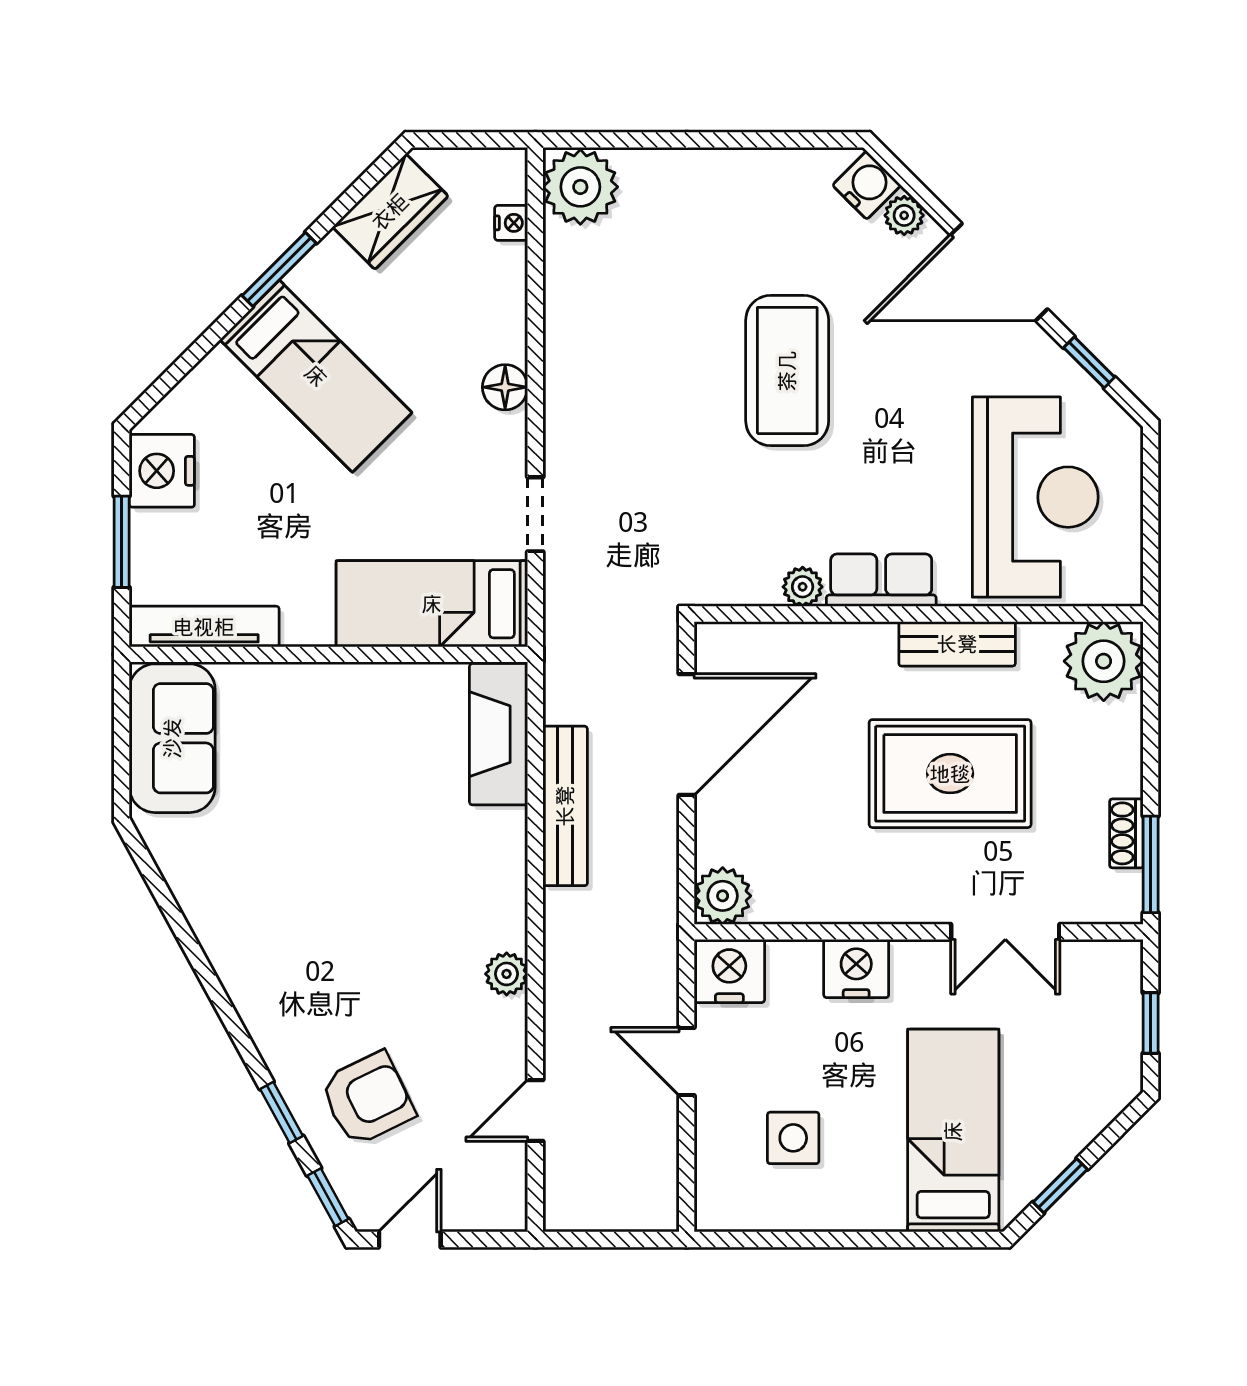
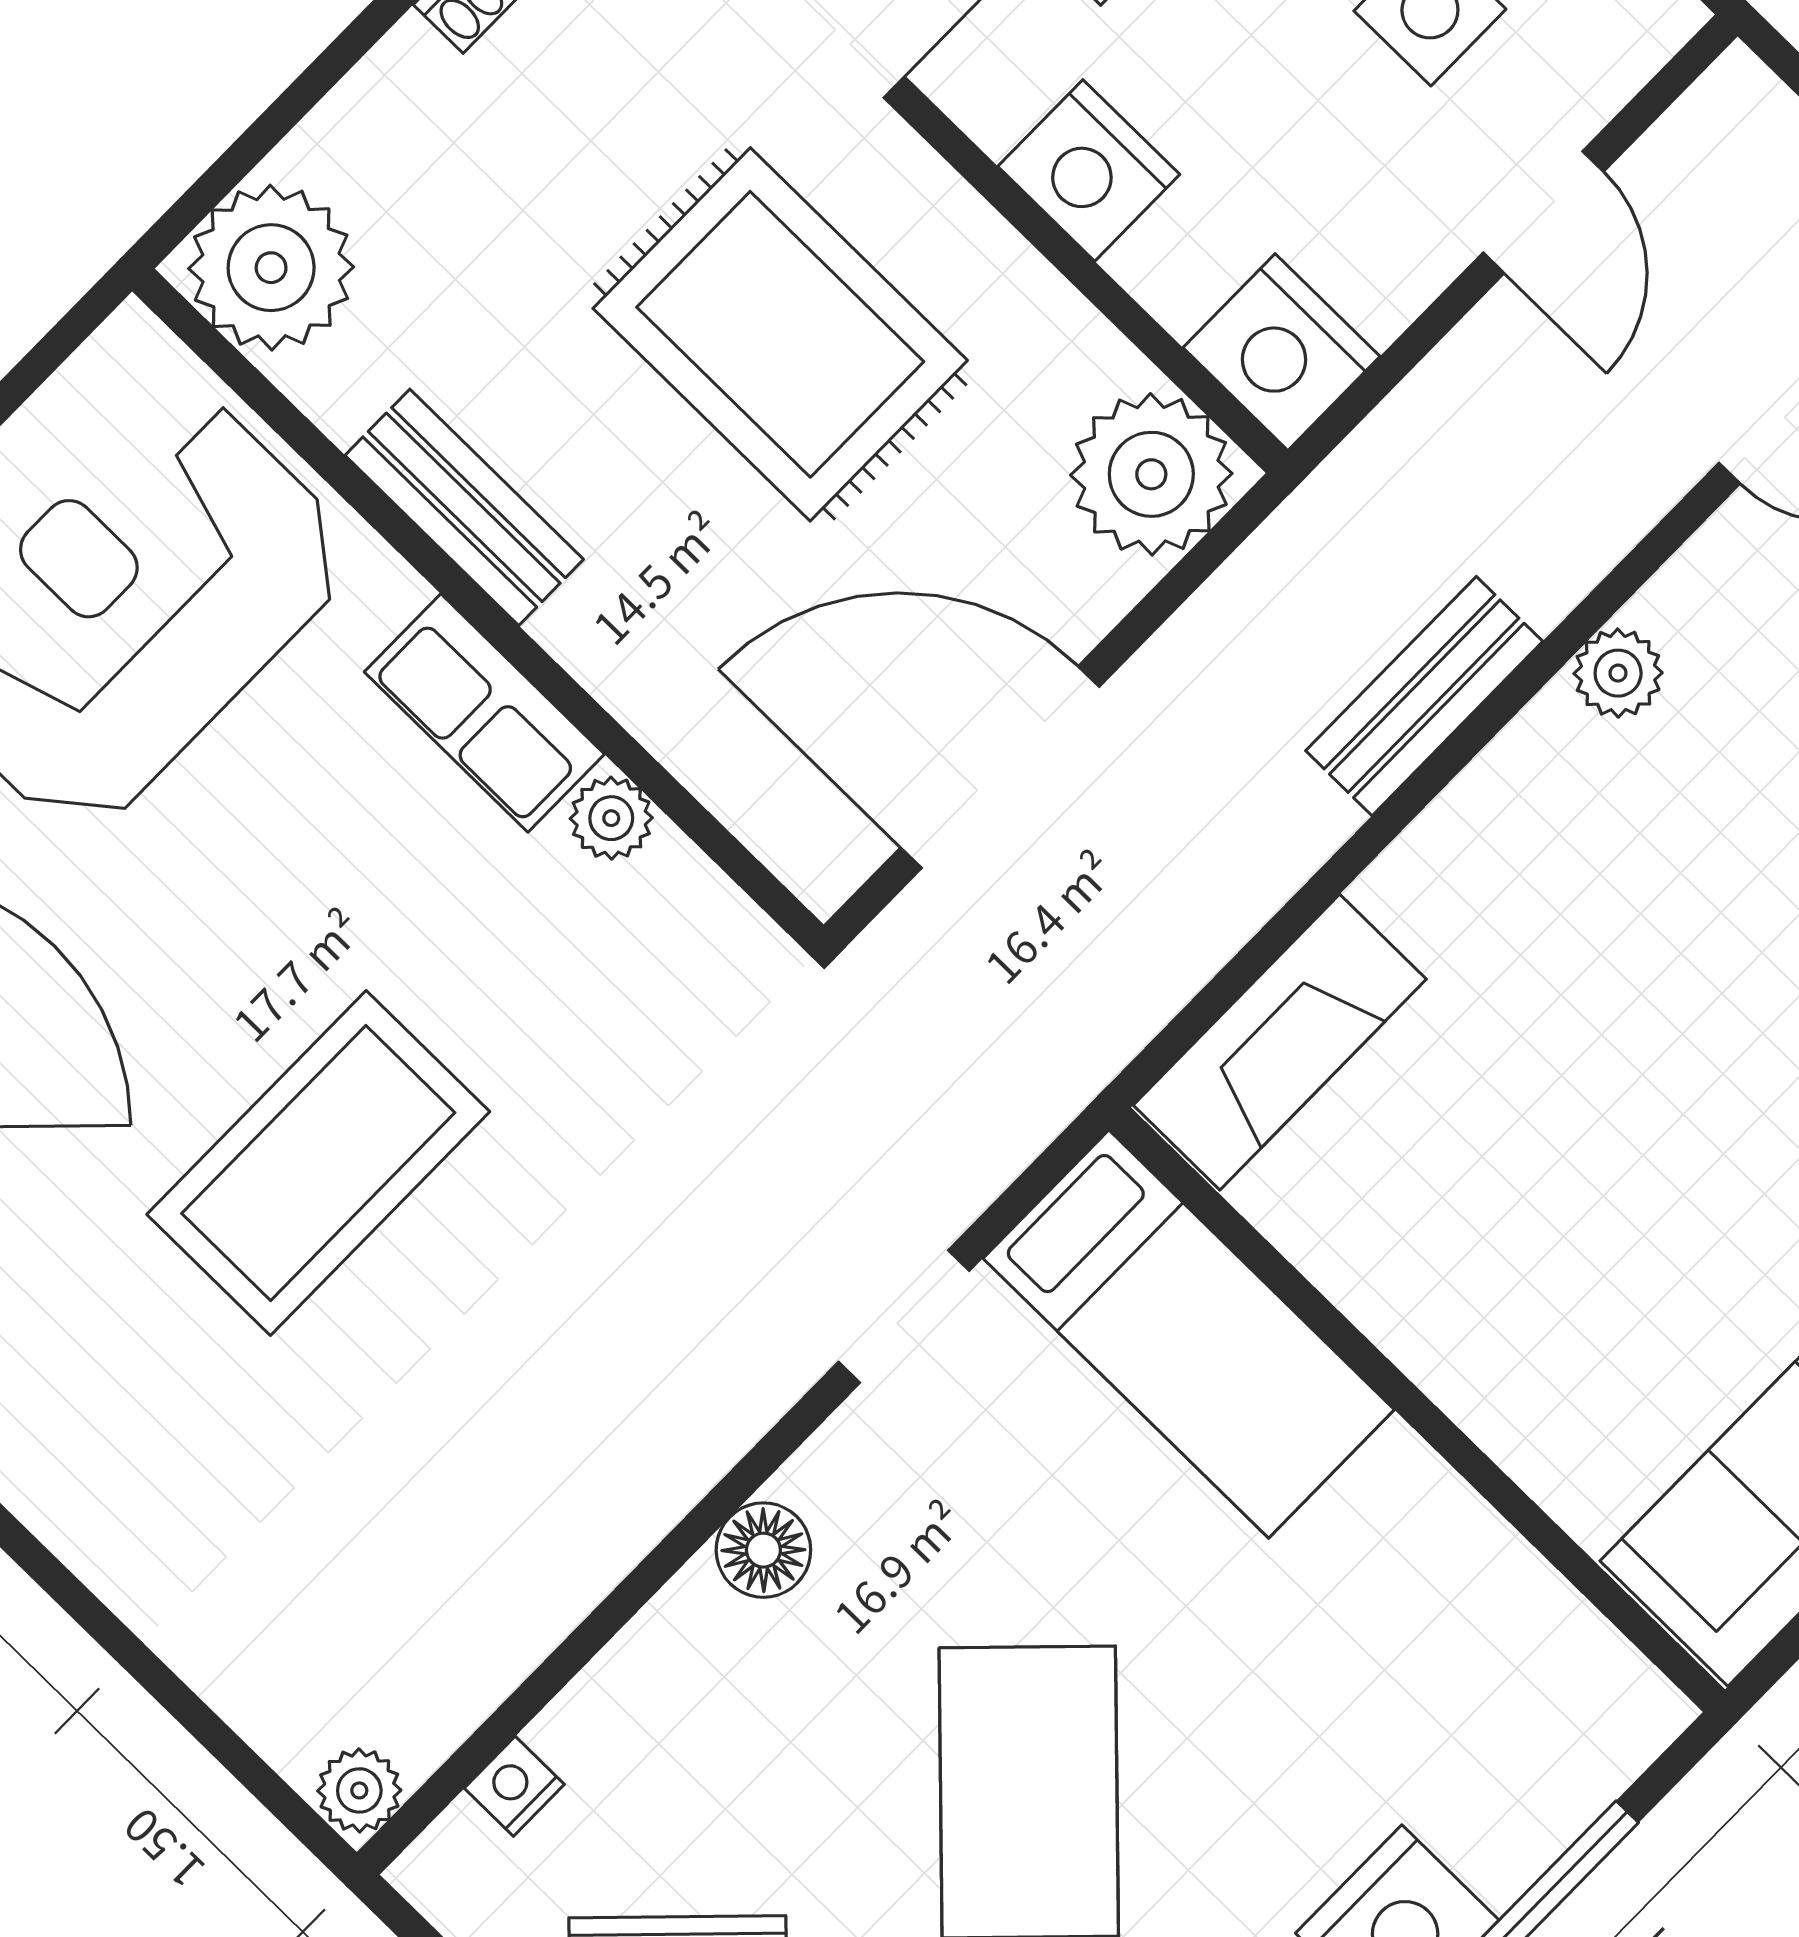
plant: (580, 187) -> (359, 1790), width x0.53, depth x0.53
tv unit: (204, 627) -> (1562, 1633), removed
rug: (950, 774) -> (780, 334), moved
bench: (565, 806) -> (1424, 696), moved, width x0.73
plant: (723, 896) -> (1151, 474), width x1.36, depth x1.36
door: (687, 1061) -> (1543, 212), moved

